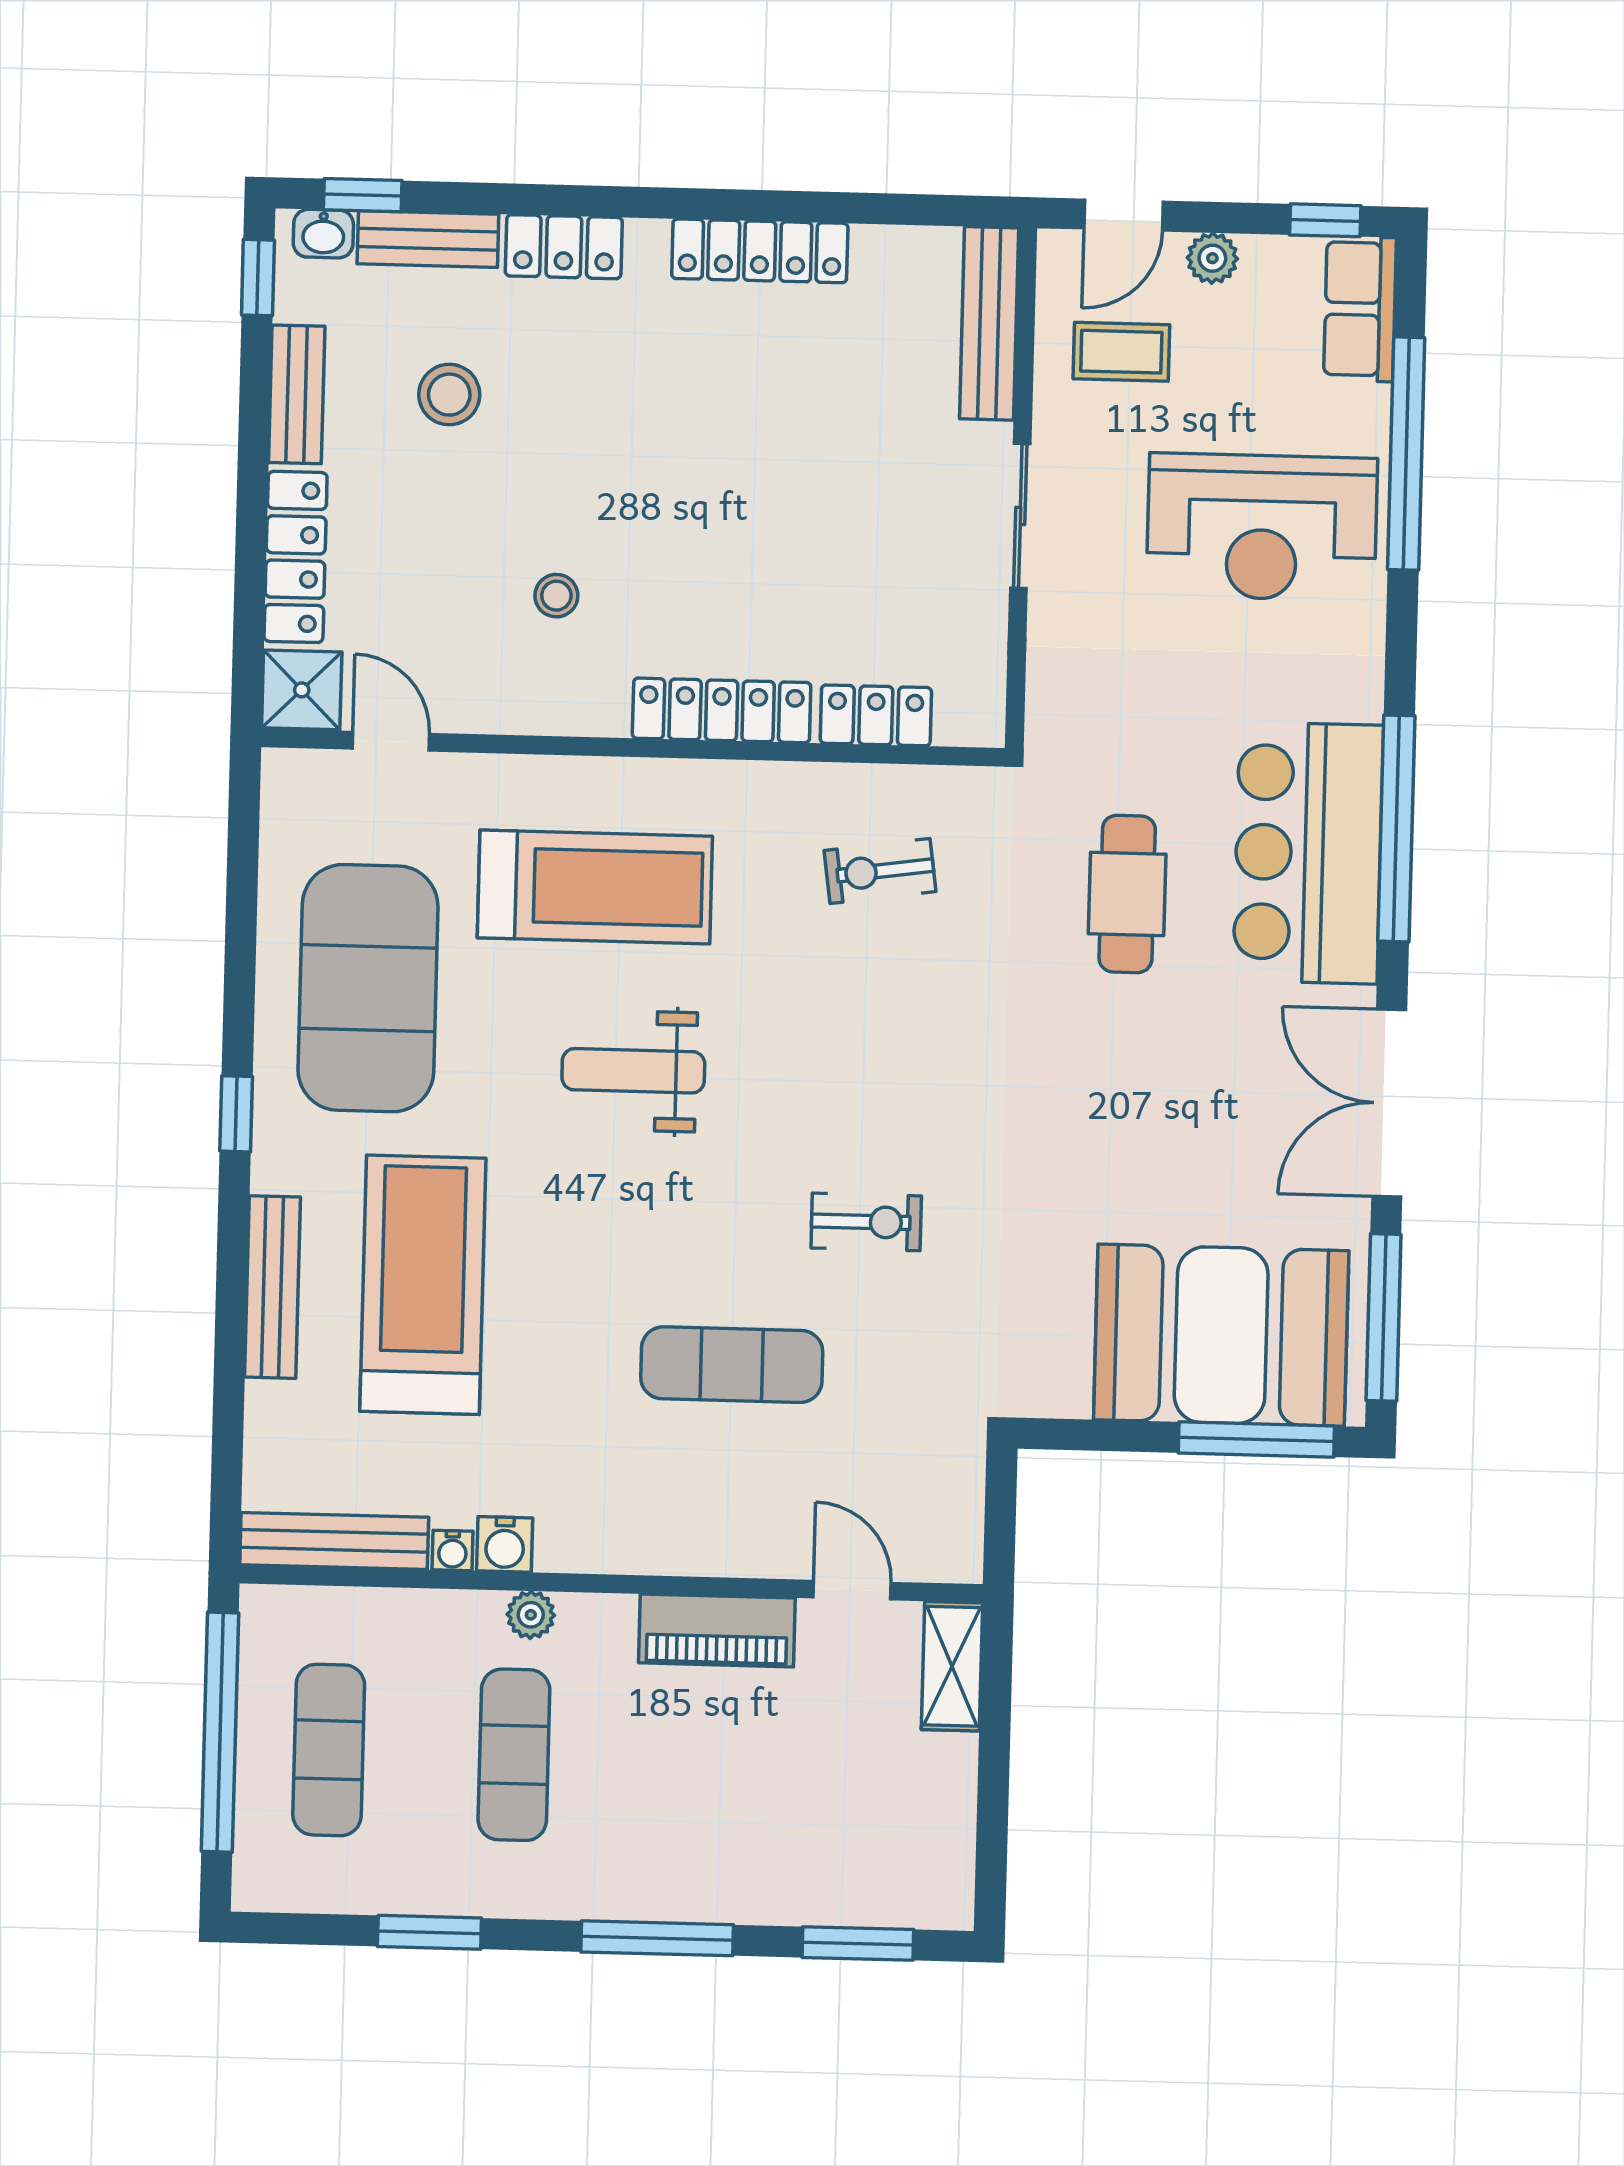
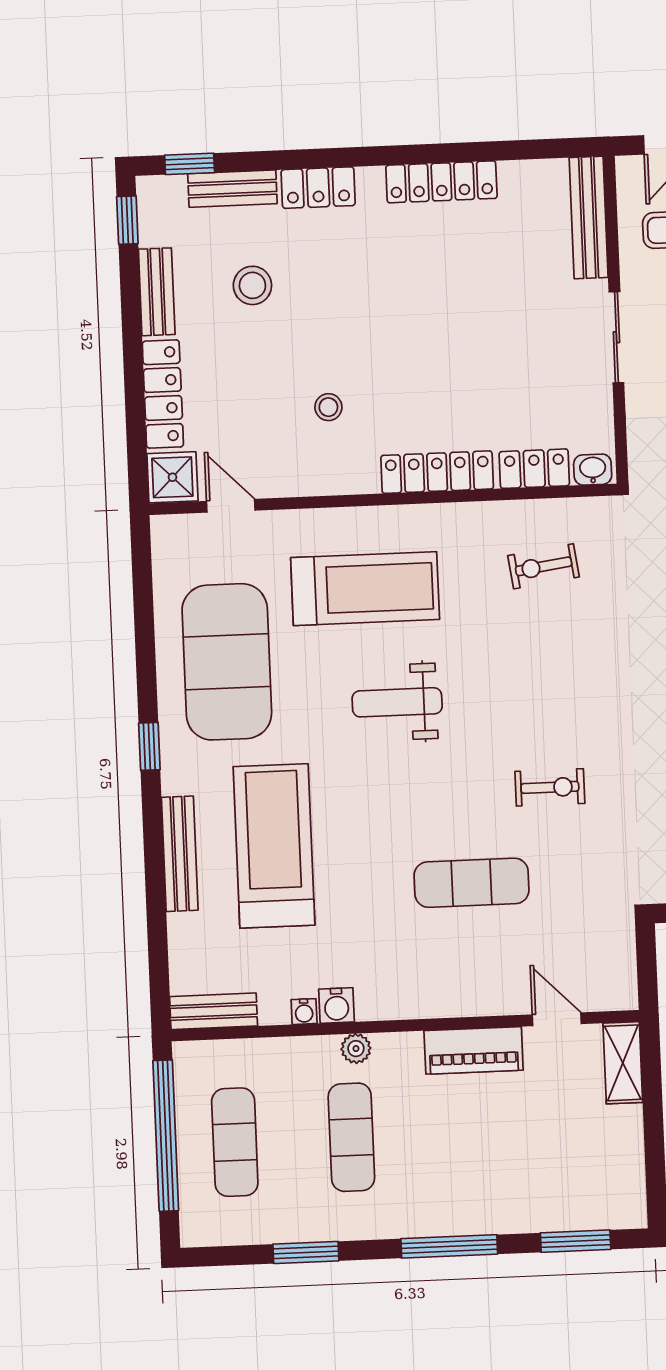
washbasin: (323, 234) -> (593, 470), moved, turned 180
bench: (334, 1541) -> (214, 1011), width x0.73

